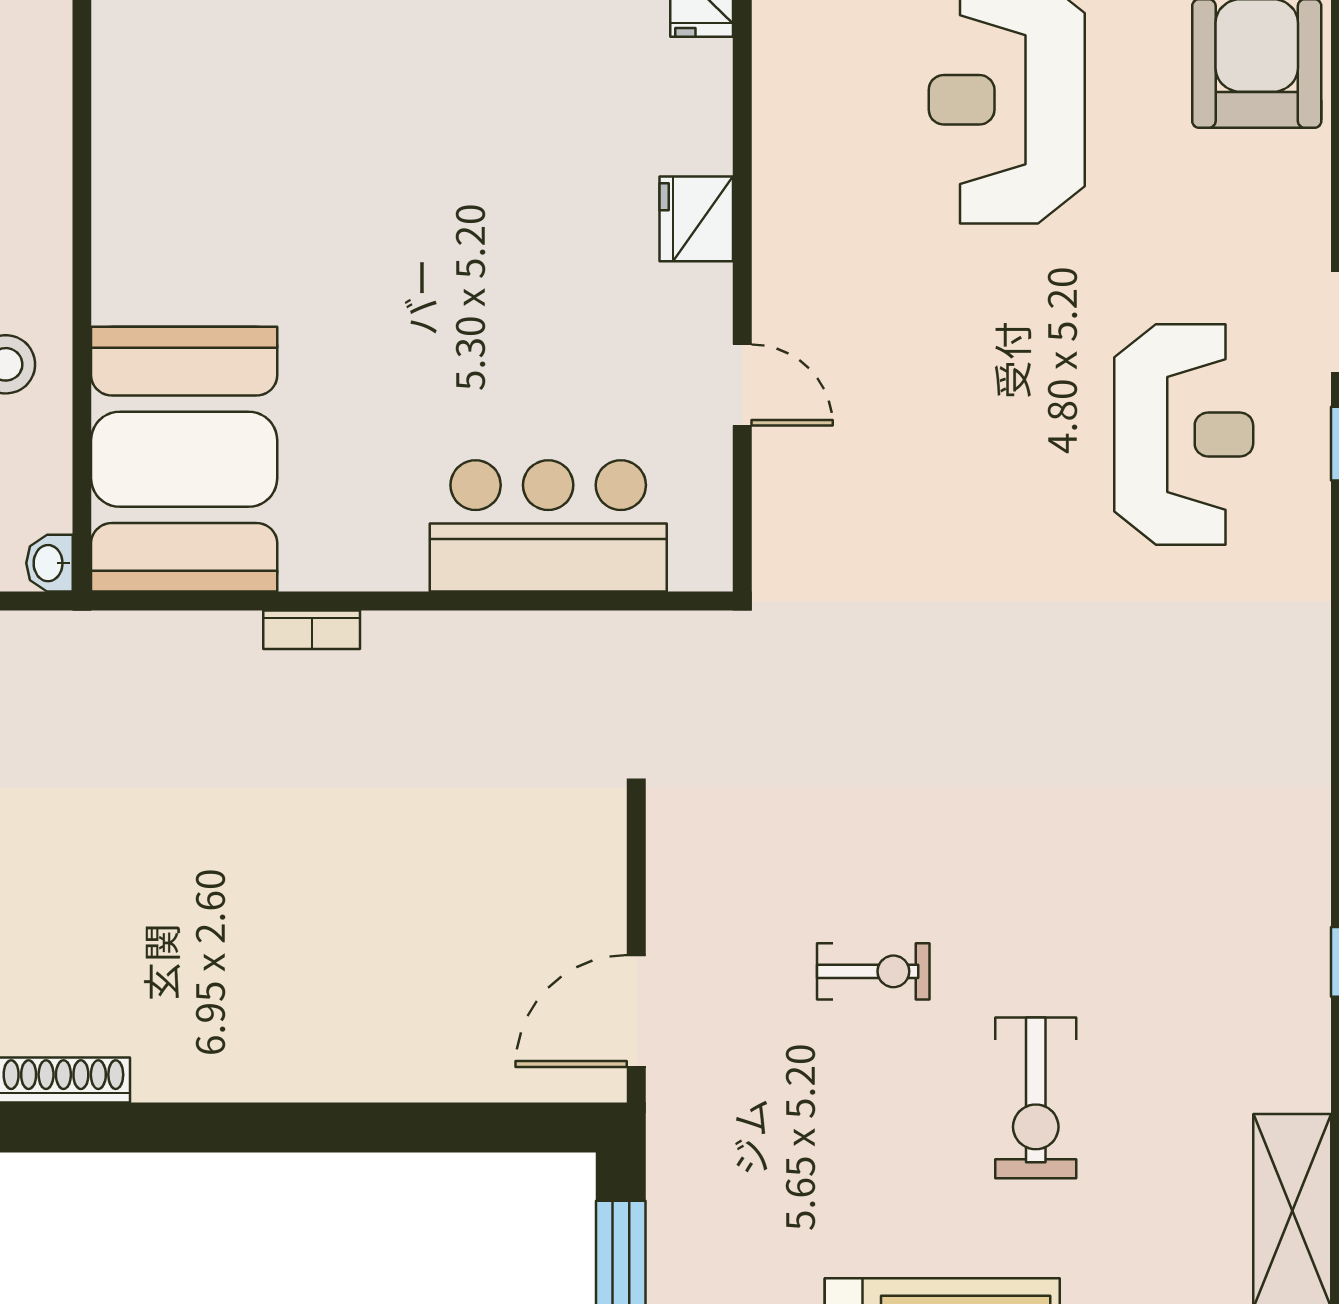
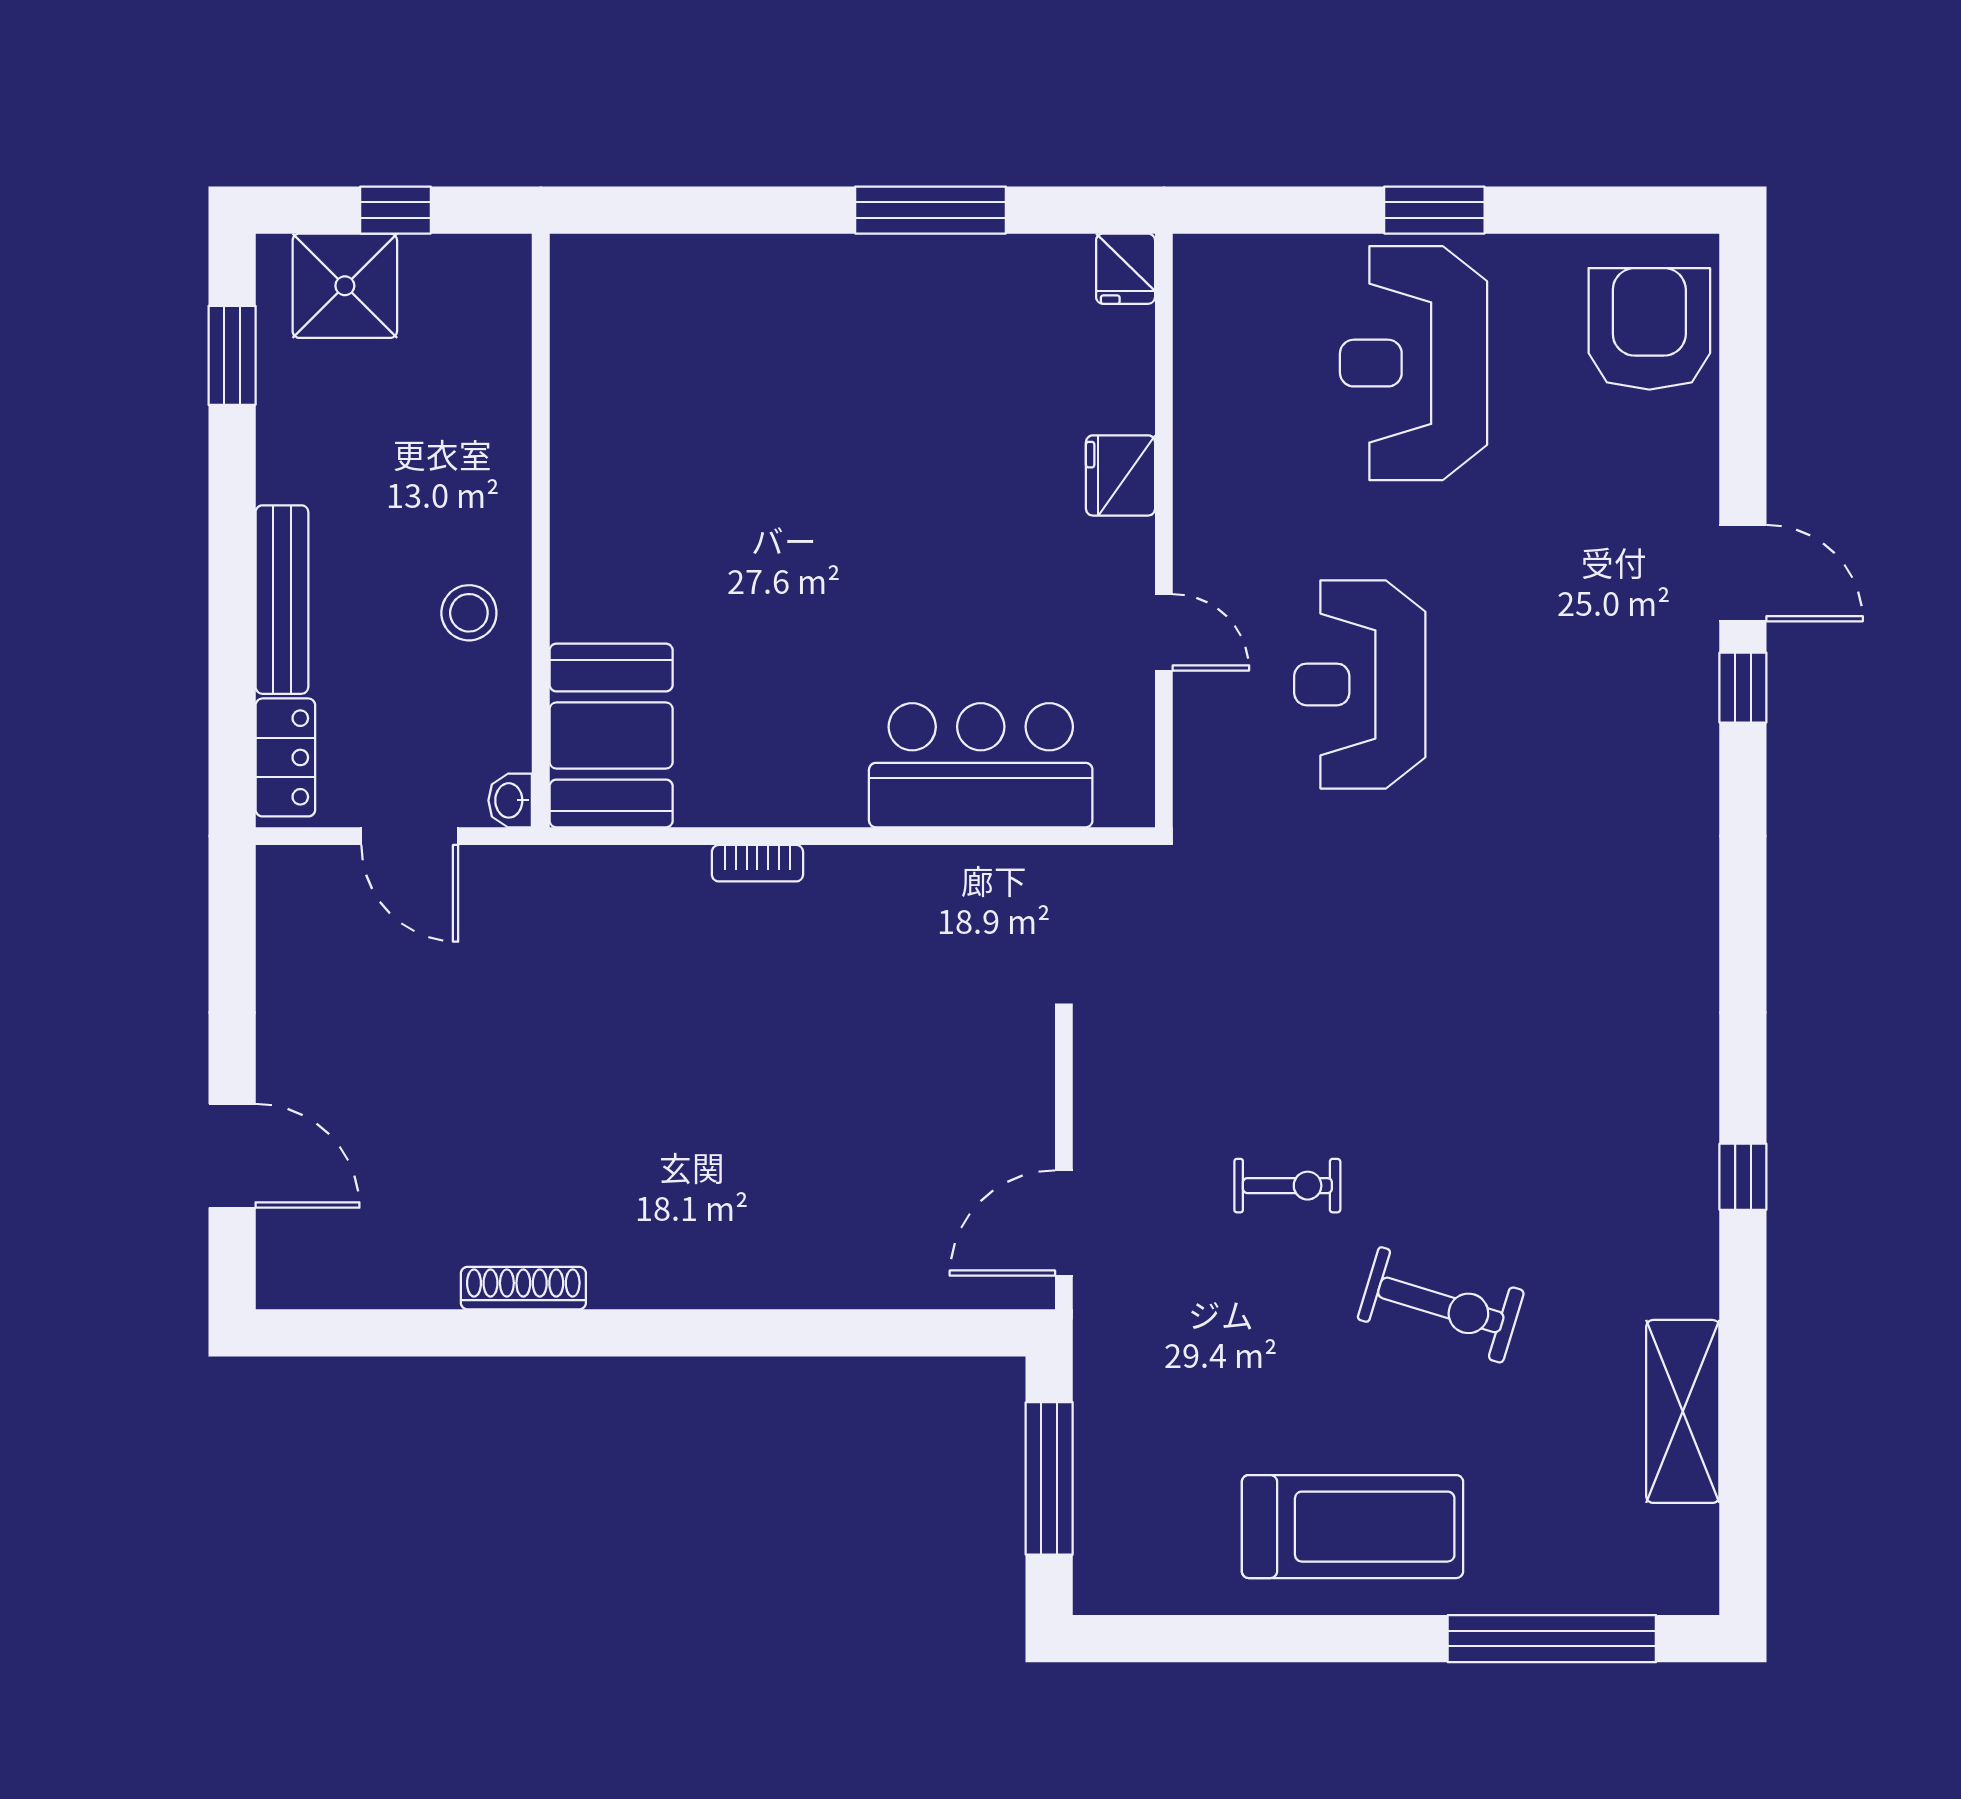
reception desk: (1184, 434) -> (1360, 684), moved, turned 180
booth: (184, 459) -> (611, 735), width x0.73, depth x0.70
exercise bike: (1036, 1098) -> (1441, 1305), turned -73

